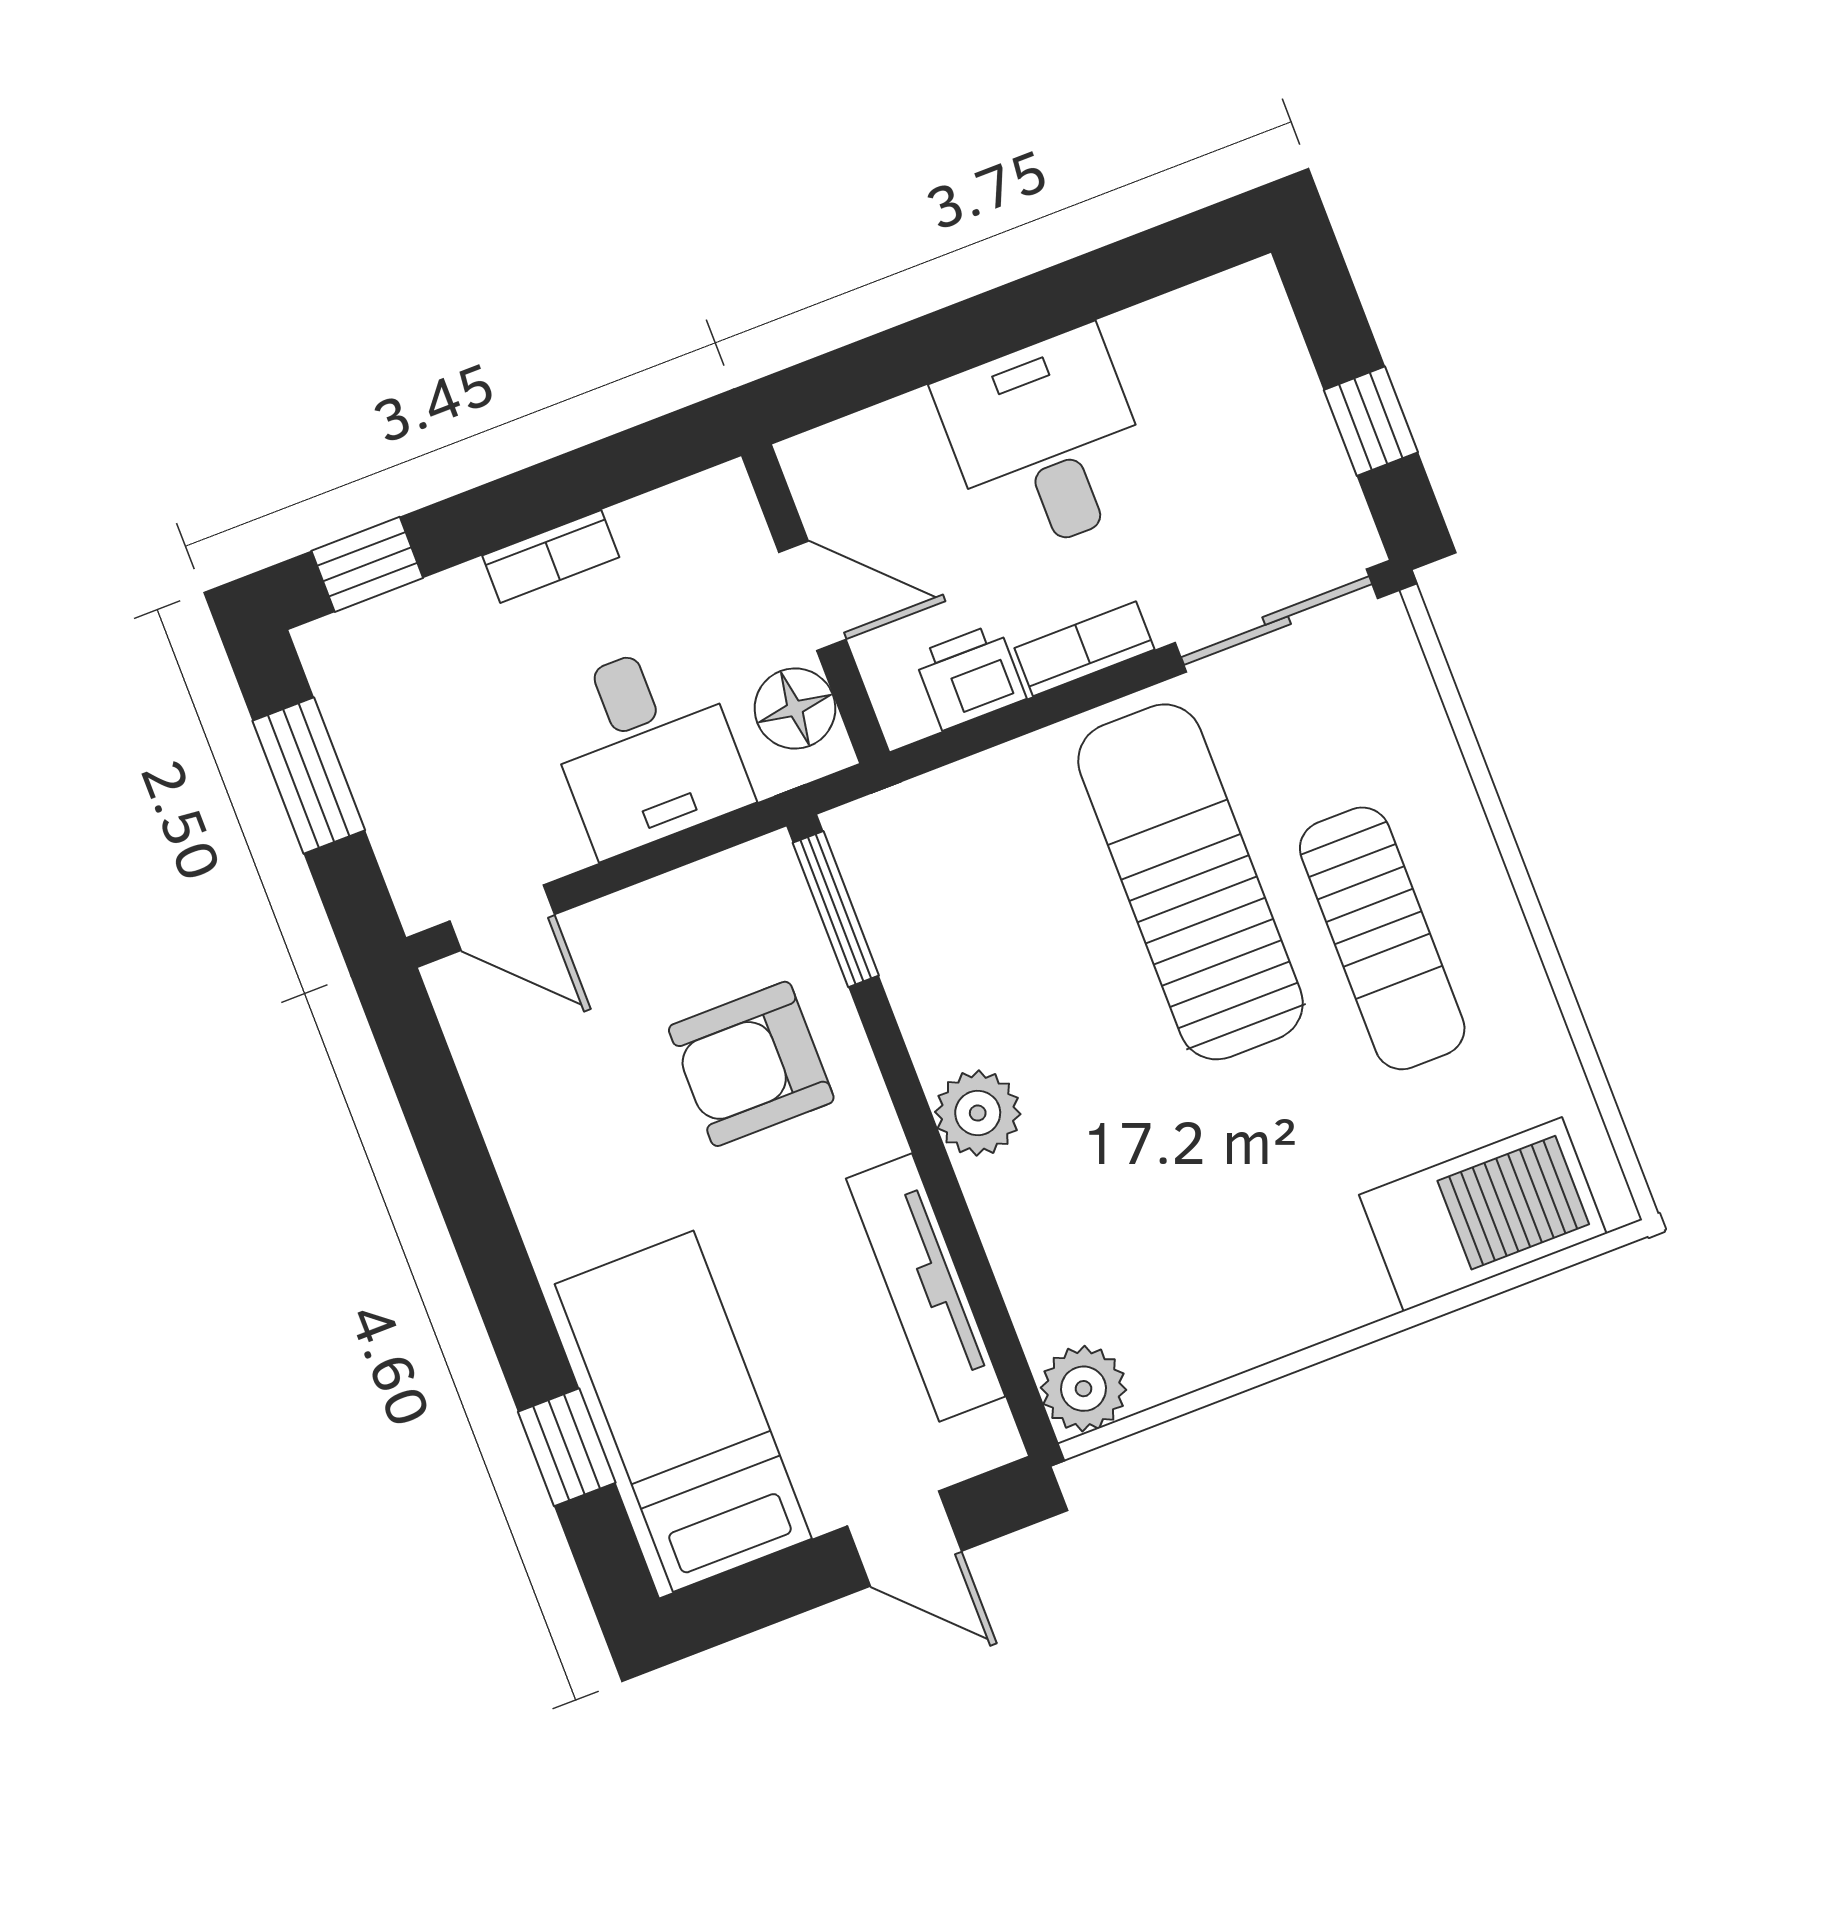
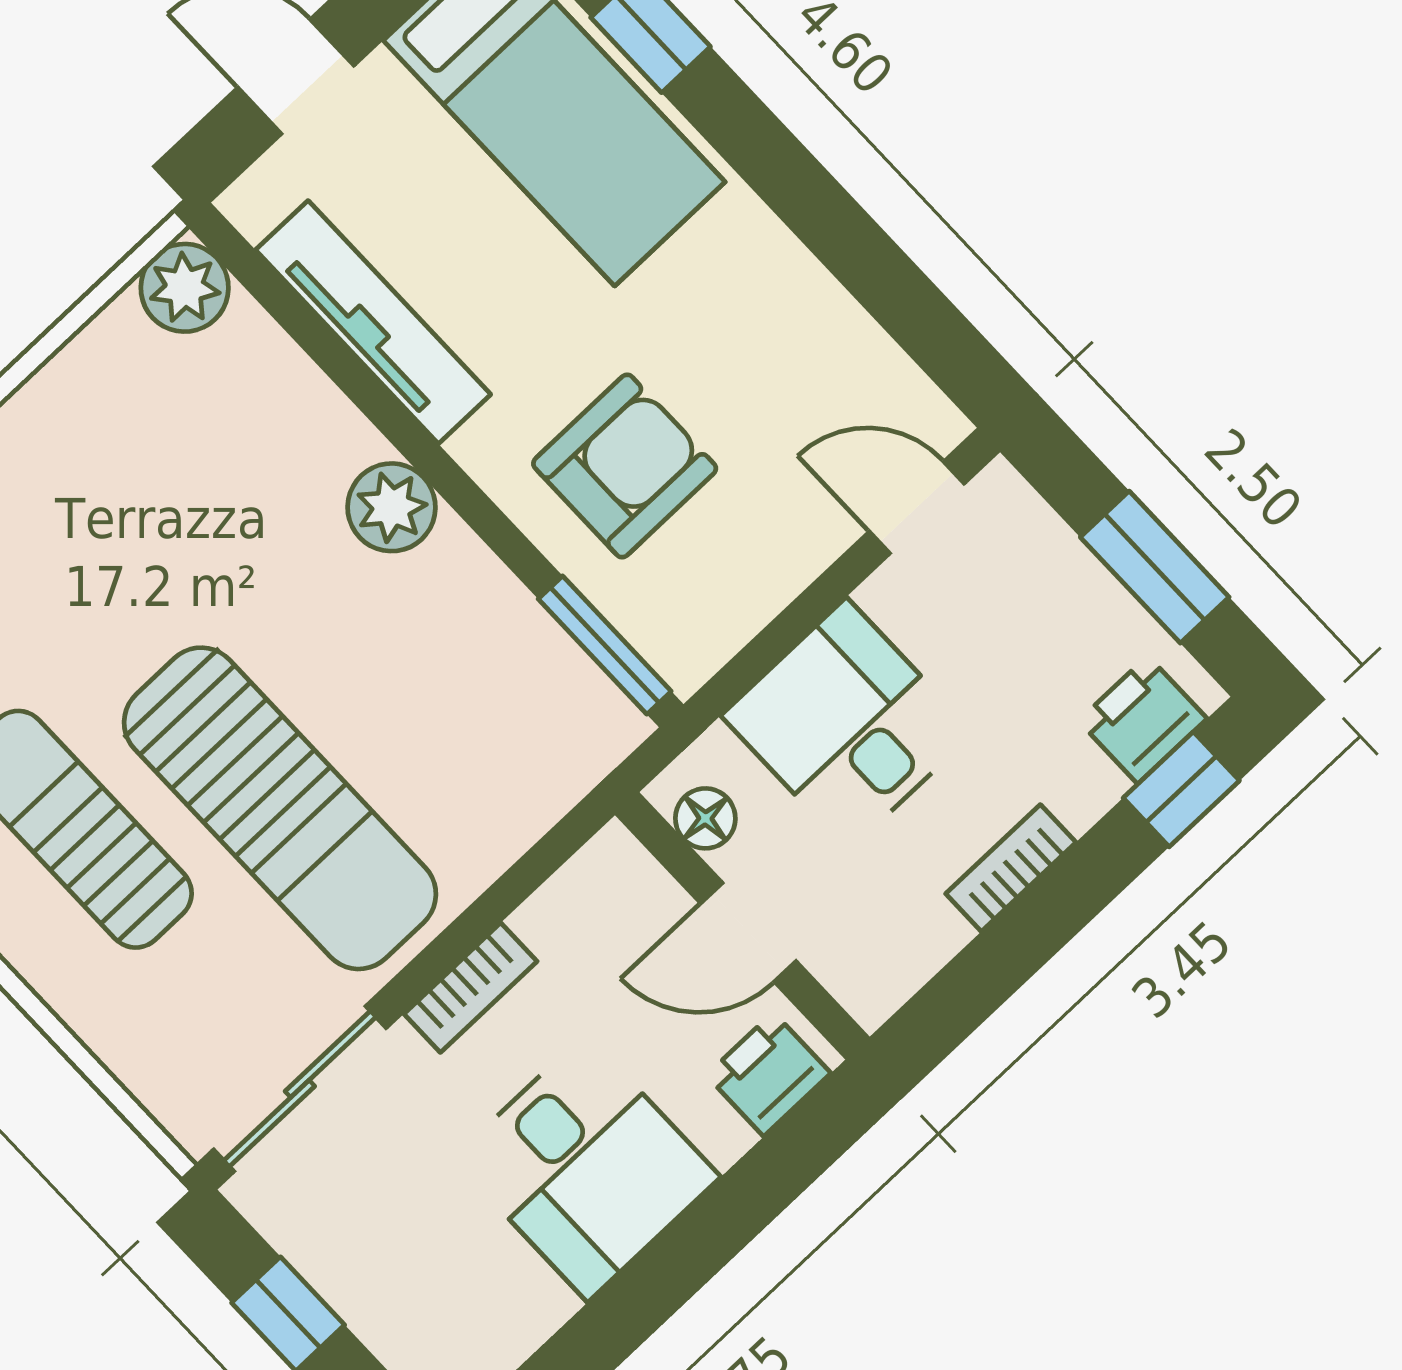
printer: (376, 642) -> (1143, 720), added
printer: (970, 677) -> (769, 1074), moved, turned 180
floor lamp: (795, 709) -> (705, 818), width x0.73, depth x0.73

